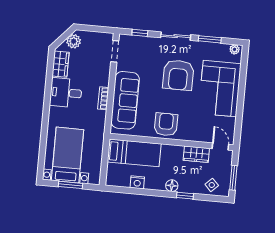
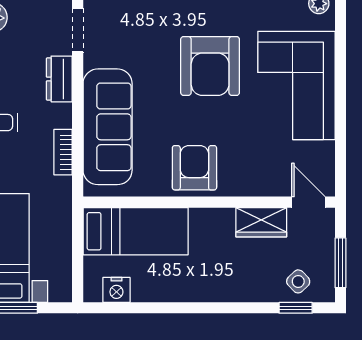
dresser: (104, 75) -> (59, 79), added
bookcase: (103, 98) -> (63, 152), moved
nightstand: (137, 182) -> (116, 290), moved
floor lamp: (172, 186) -> (218, 290), removed
window: (185, 196) -> (296, 308), moved

